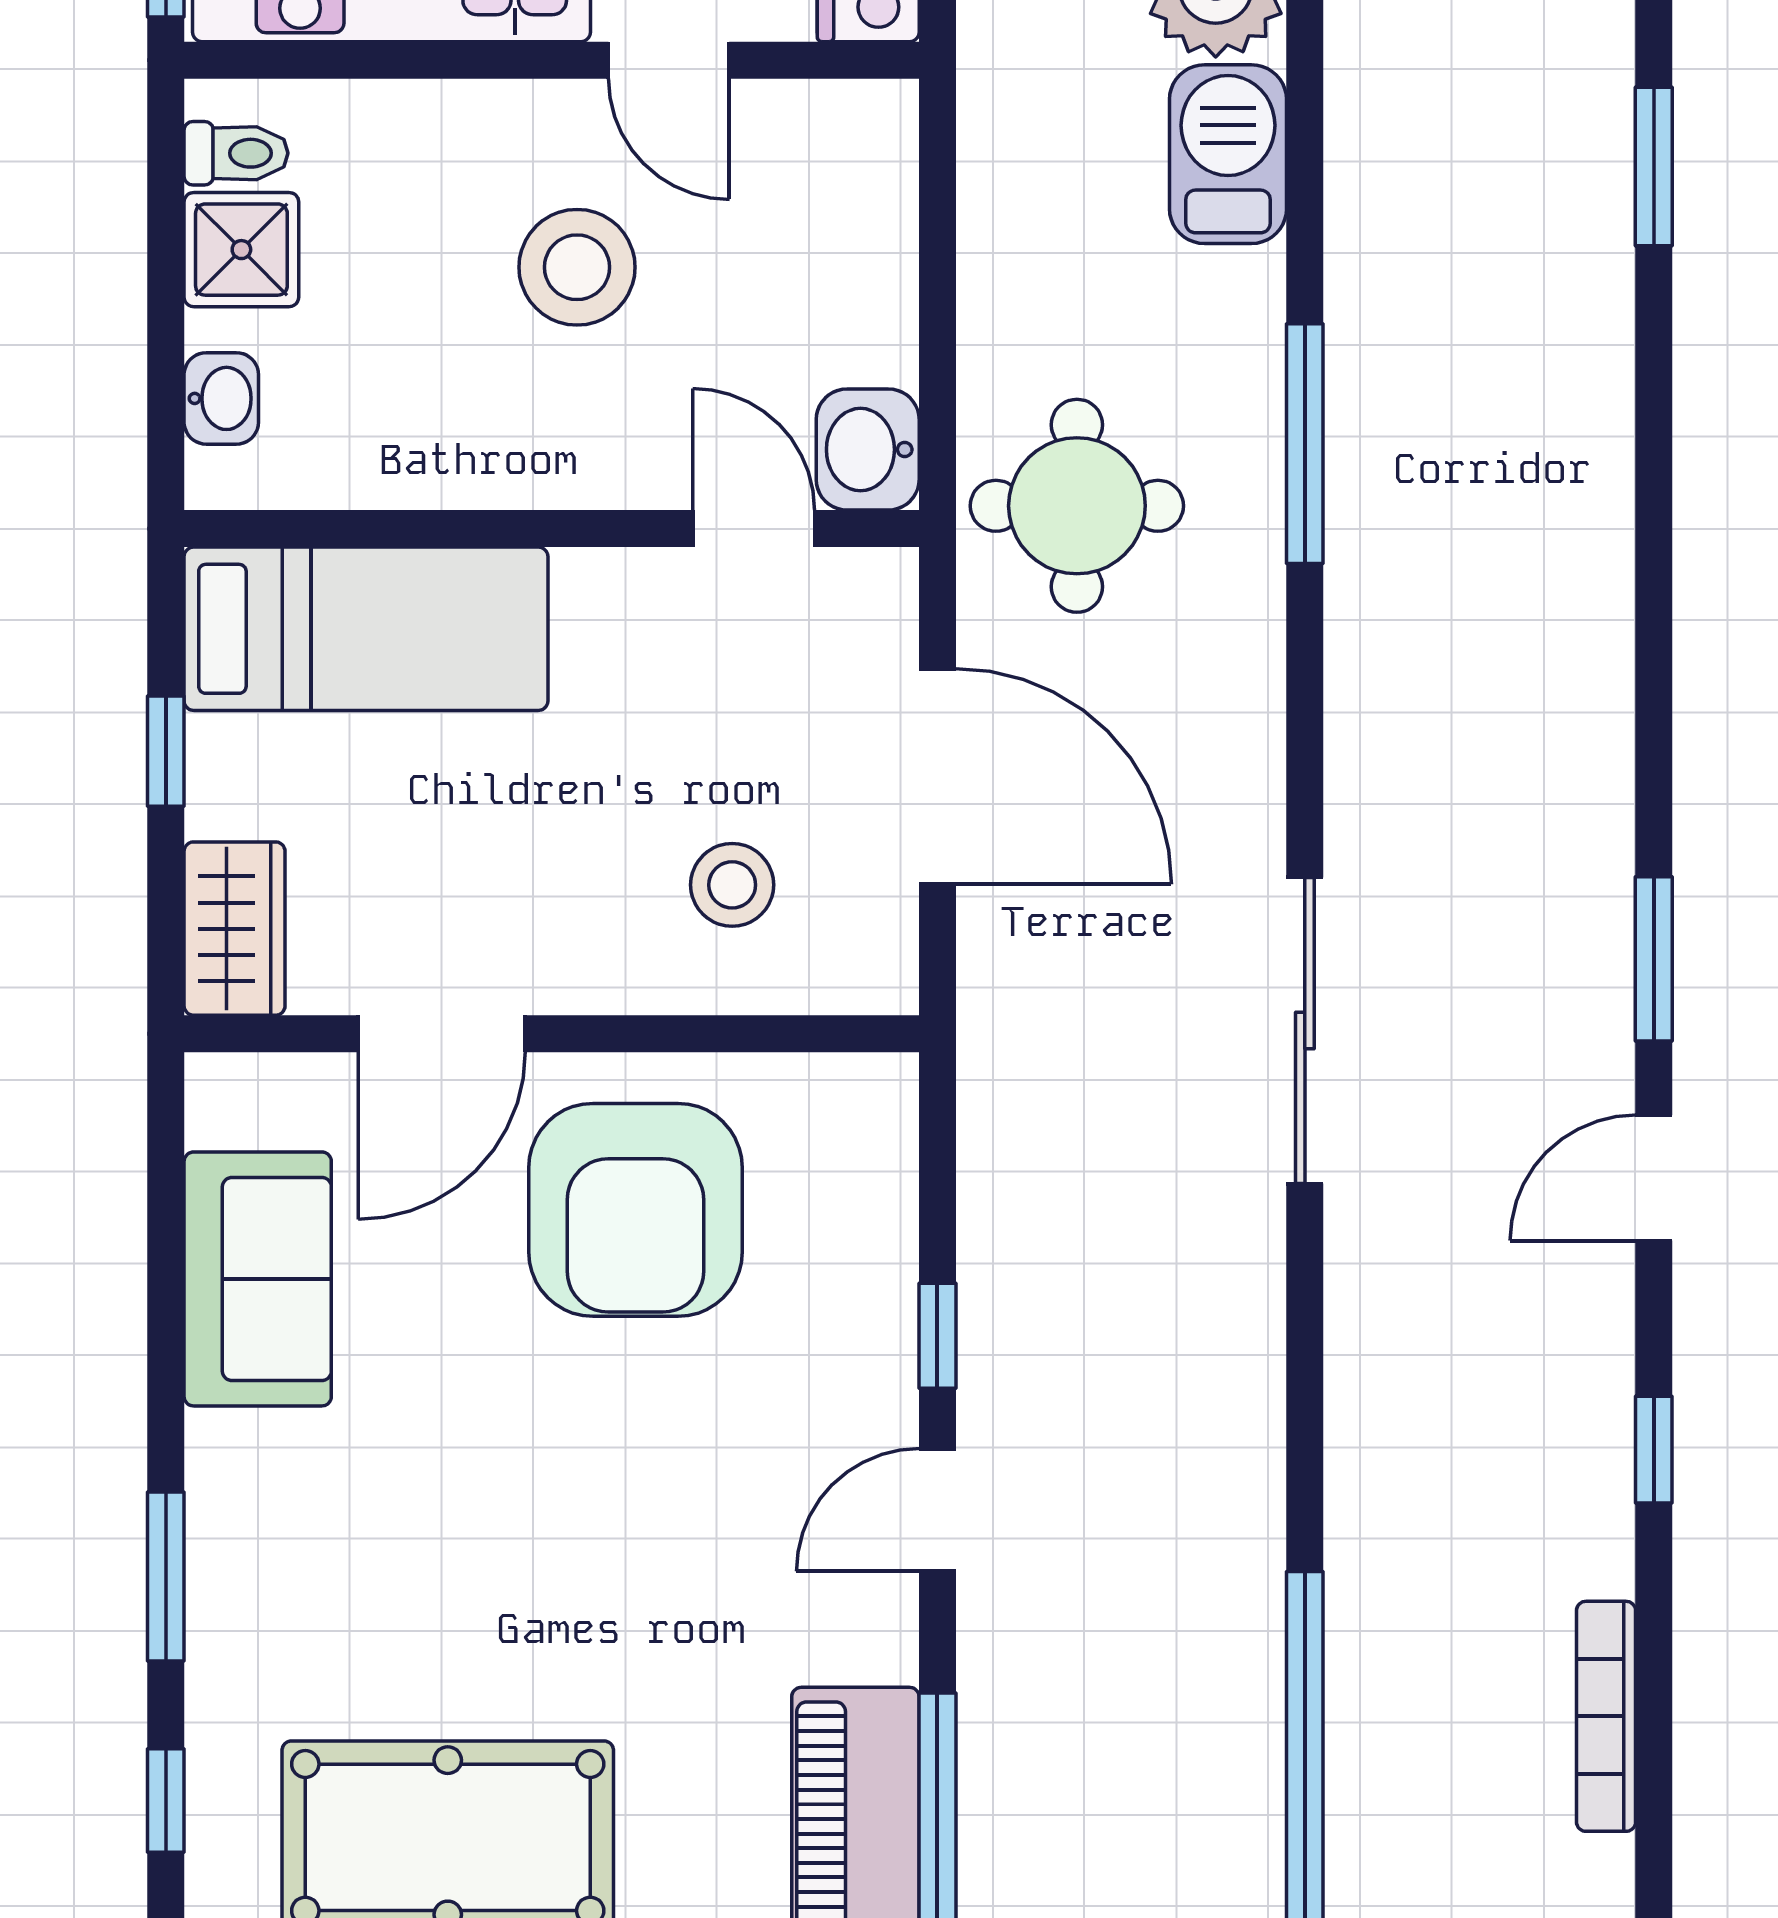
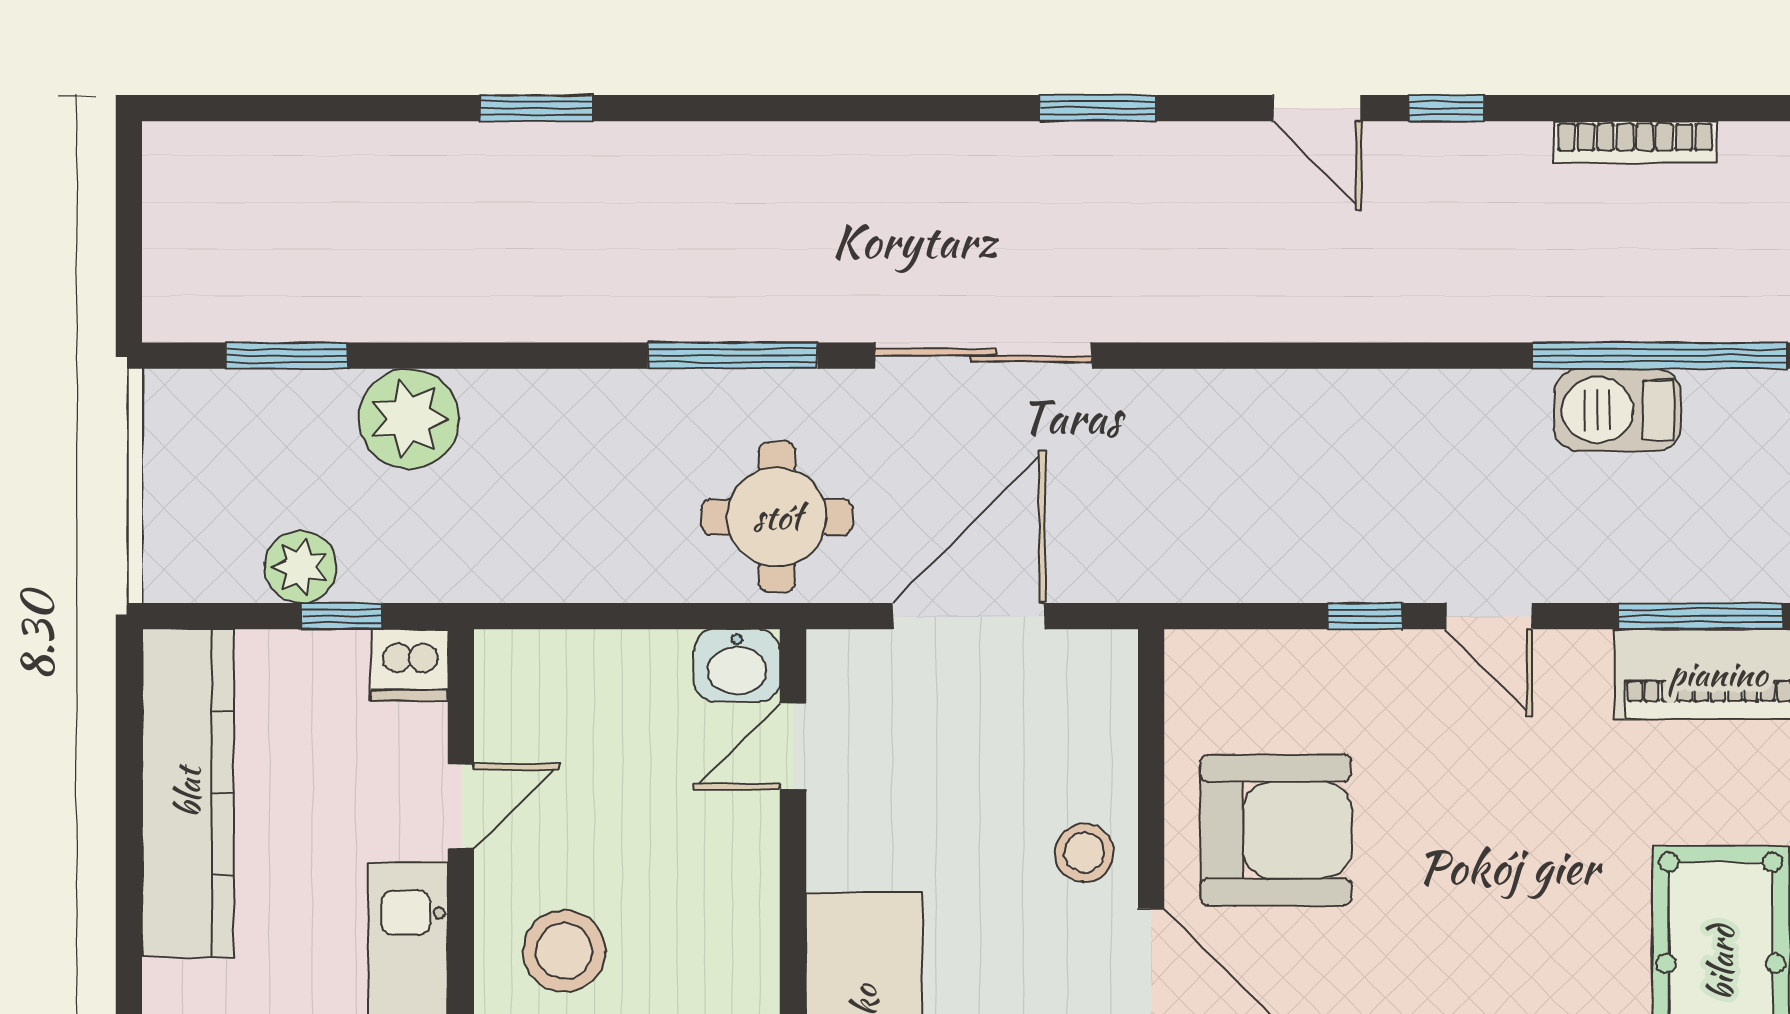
barbecue: (1228, 154) -> (1618, 410), moved
stool: (577, 267) -> (564, 951), moved
stool: (732, 885) -> (1084, 853), moved
sliding door: (1305, 1031) -> (983, 356), moved
door: (1654, 1178) -> (1317, 108), moved

